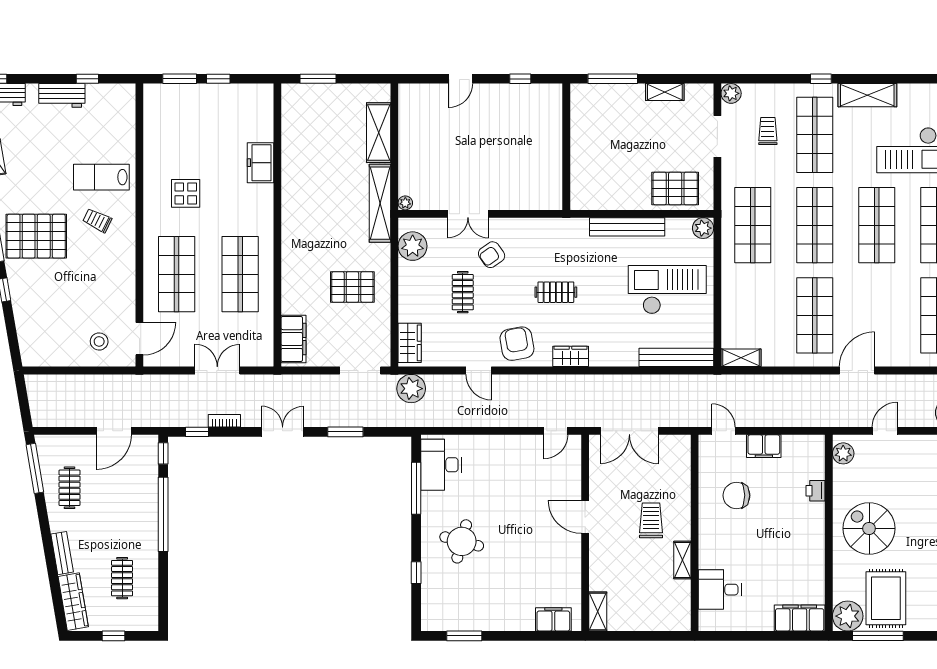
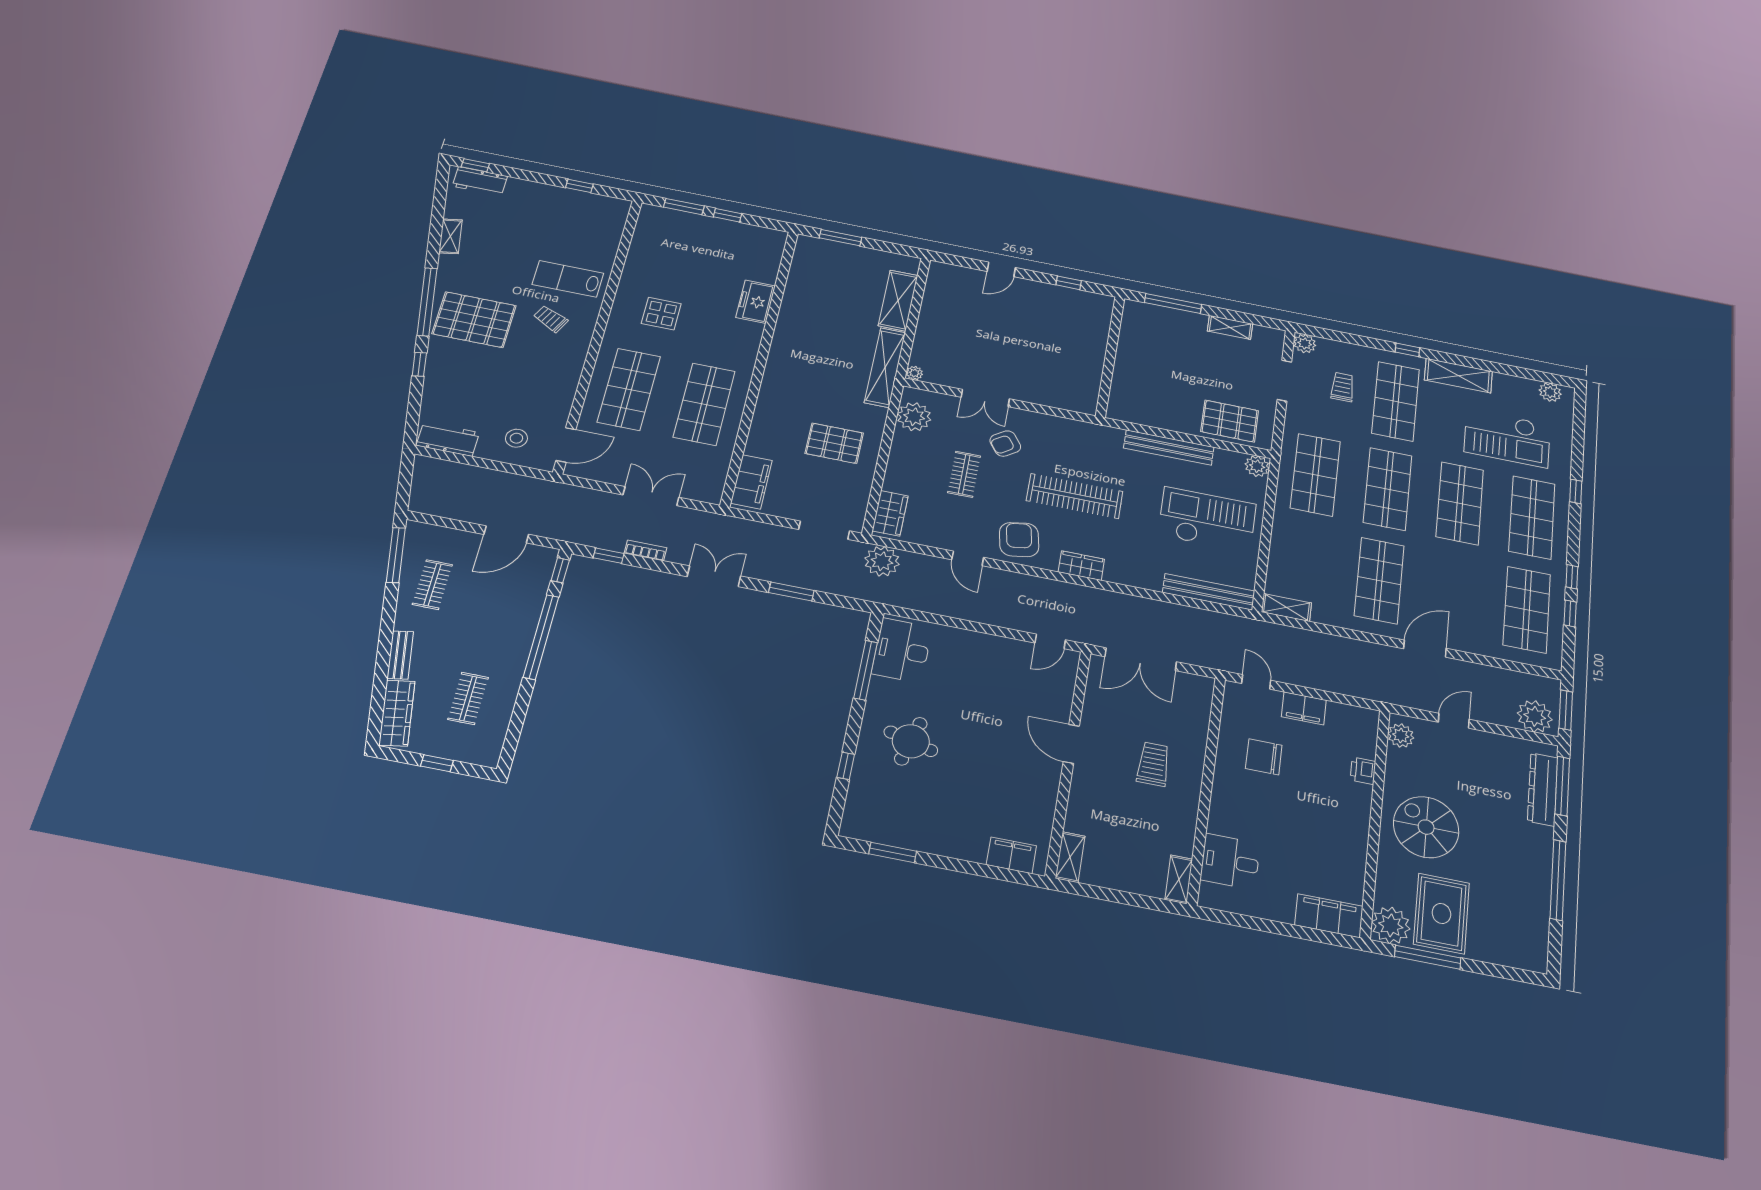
workbench: (62, 95) -> (448, 439), moved, turned 180
clothes rail: (556, 292) -> (1075, 496), width x1.86, depth x1.31
shelving: (682, 560) -> (1179, 879), moved

